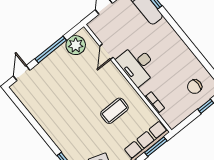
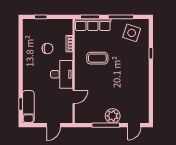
plant: (76, 45) -> (113, 116), moved
chair: (195, 87) -> (48, 48), moved

